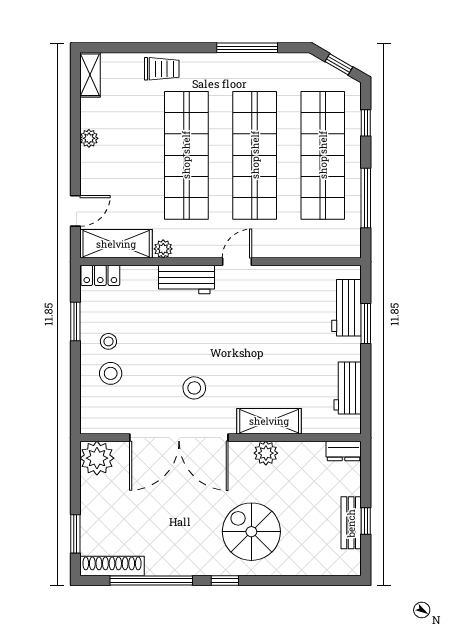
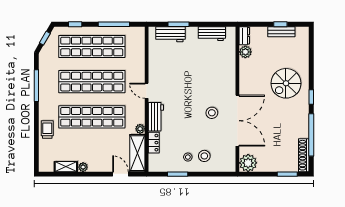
shelving: (90, 75) -> (66, 167), moved
locker: (100, 275) -> (154, 143), moved
shelving: (269, 421) -> (229, 74), removed
plant: (266, 453) -> (245, 52), moved

